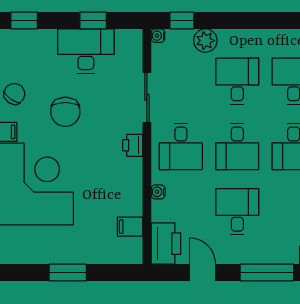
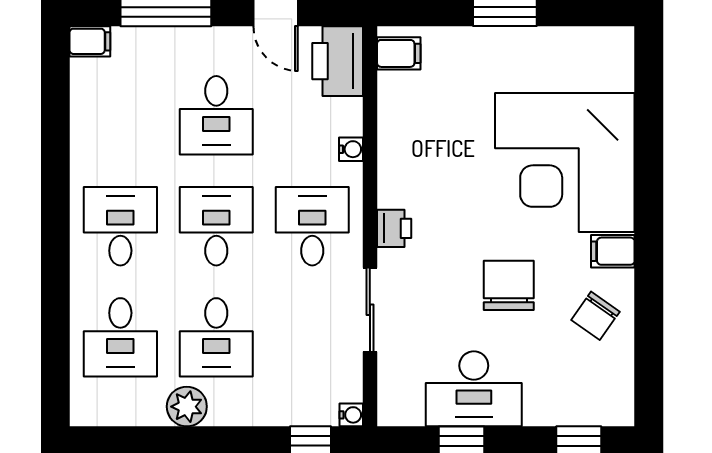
plant: (205, 41) -> (187, 407), moved
filing cabinet: (130, 227) -> (399, 53), moved

